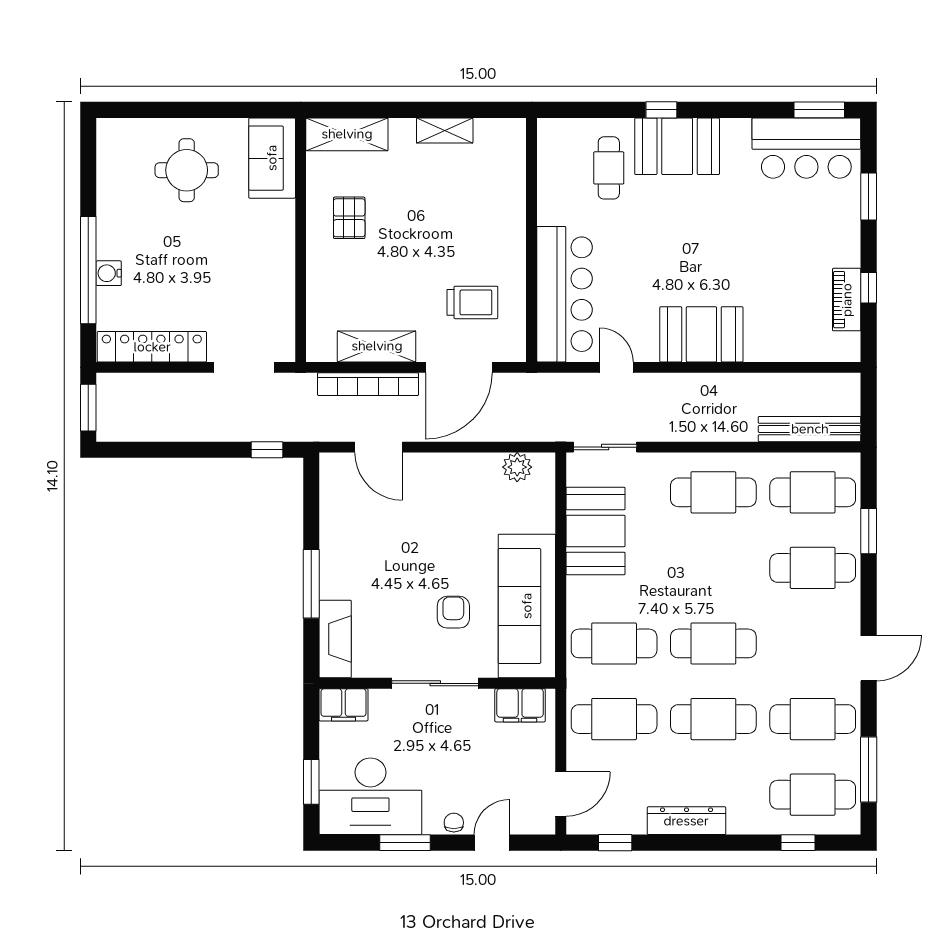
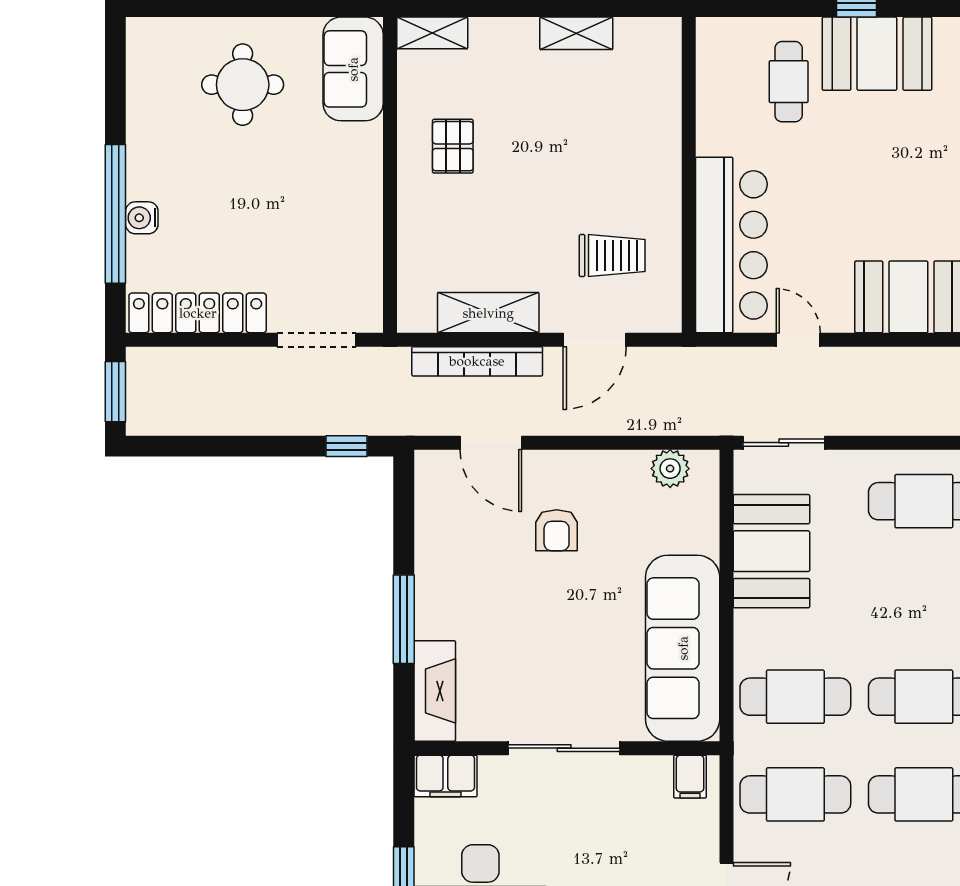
shelving: (347, 134) -> (432, 33), width x0.67, depth x0.75
door: (459, 367) -> (595, 340), width x0.73
armchair: (453, 612) -> (557, 530), moved, turned 180
filing cabinet: (520, 705) -> (690, 777), width x0.50

